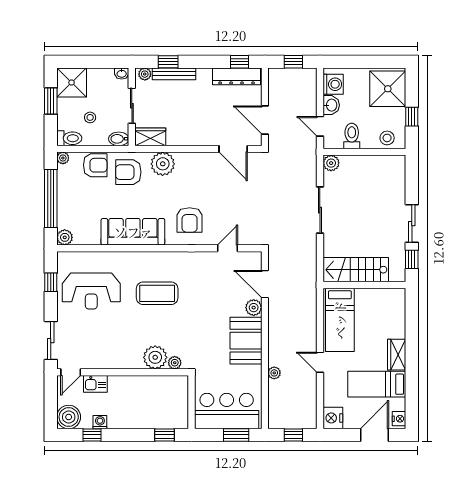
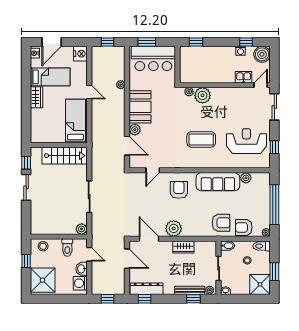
wardrobe: (150, 137) -> (183, 247), moved
plant: (163, 164) -> (174, 228), moved
plant: (65, 237) -> (246, 178), moved

